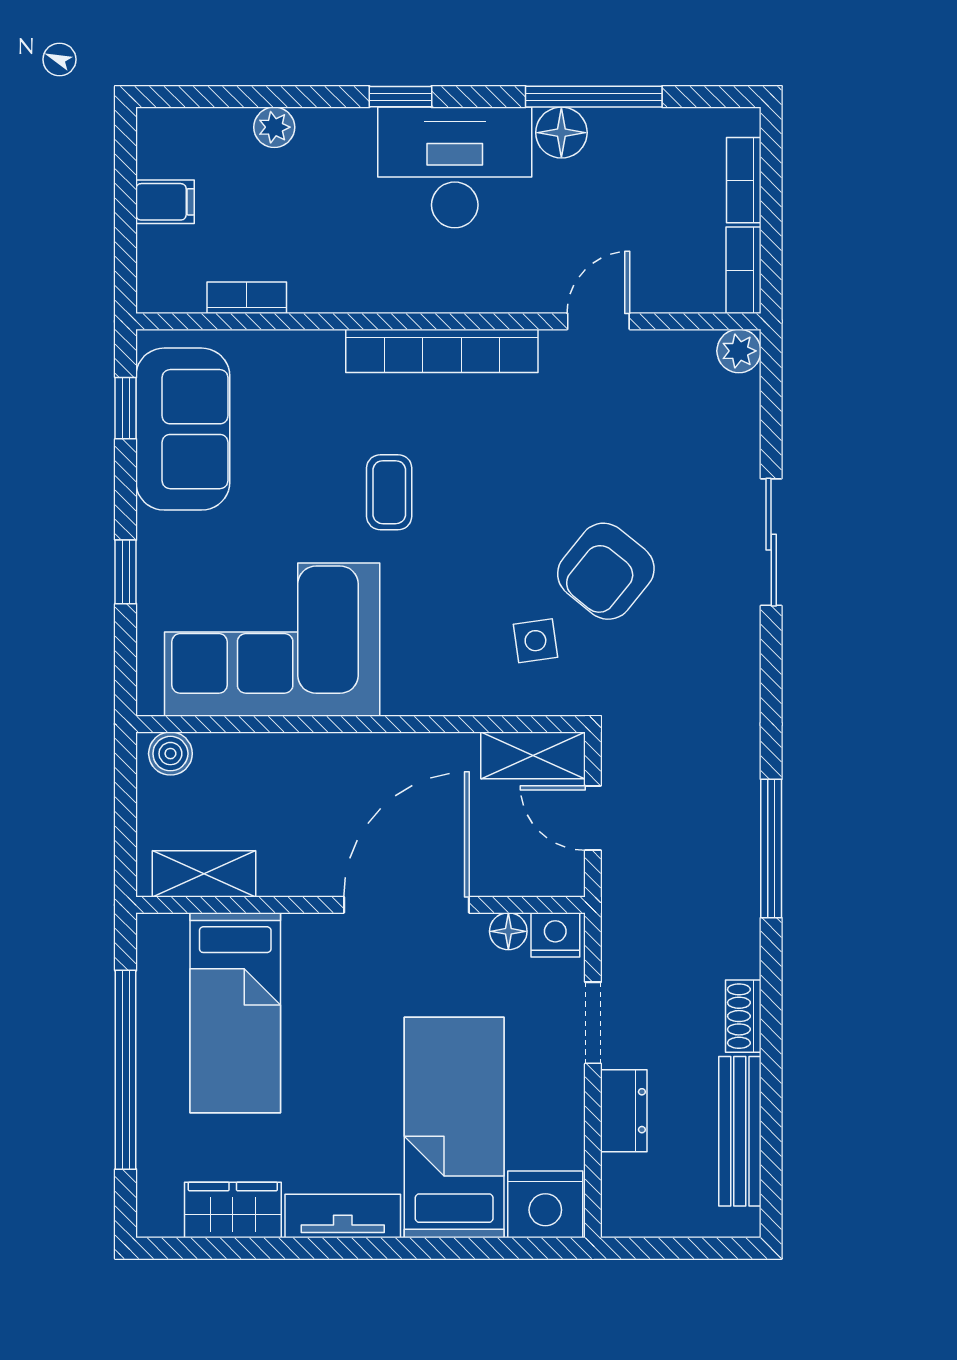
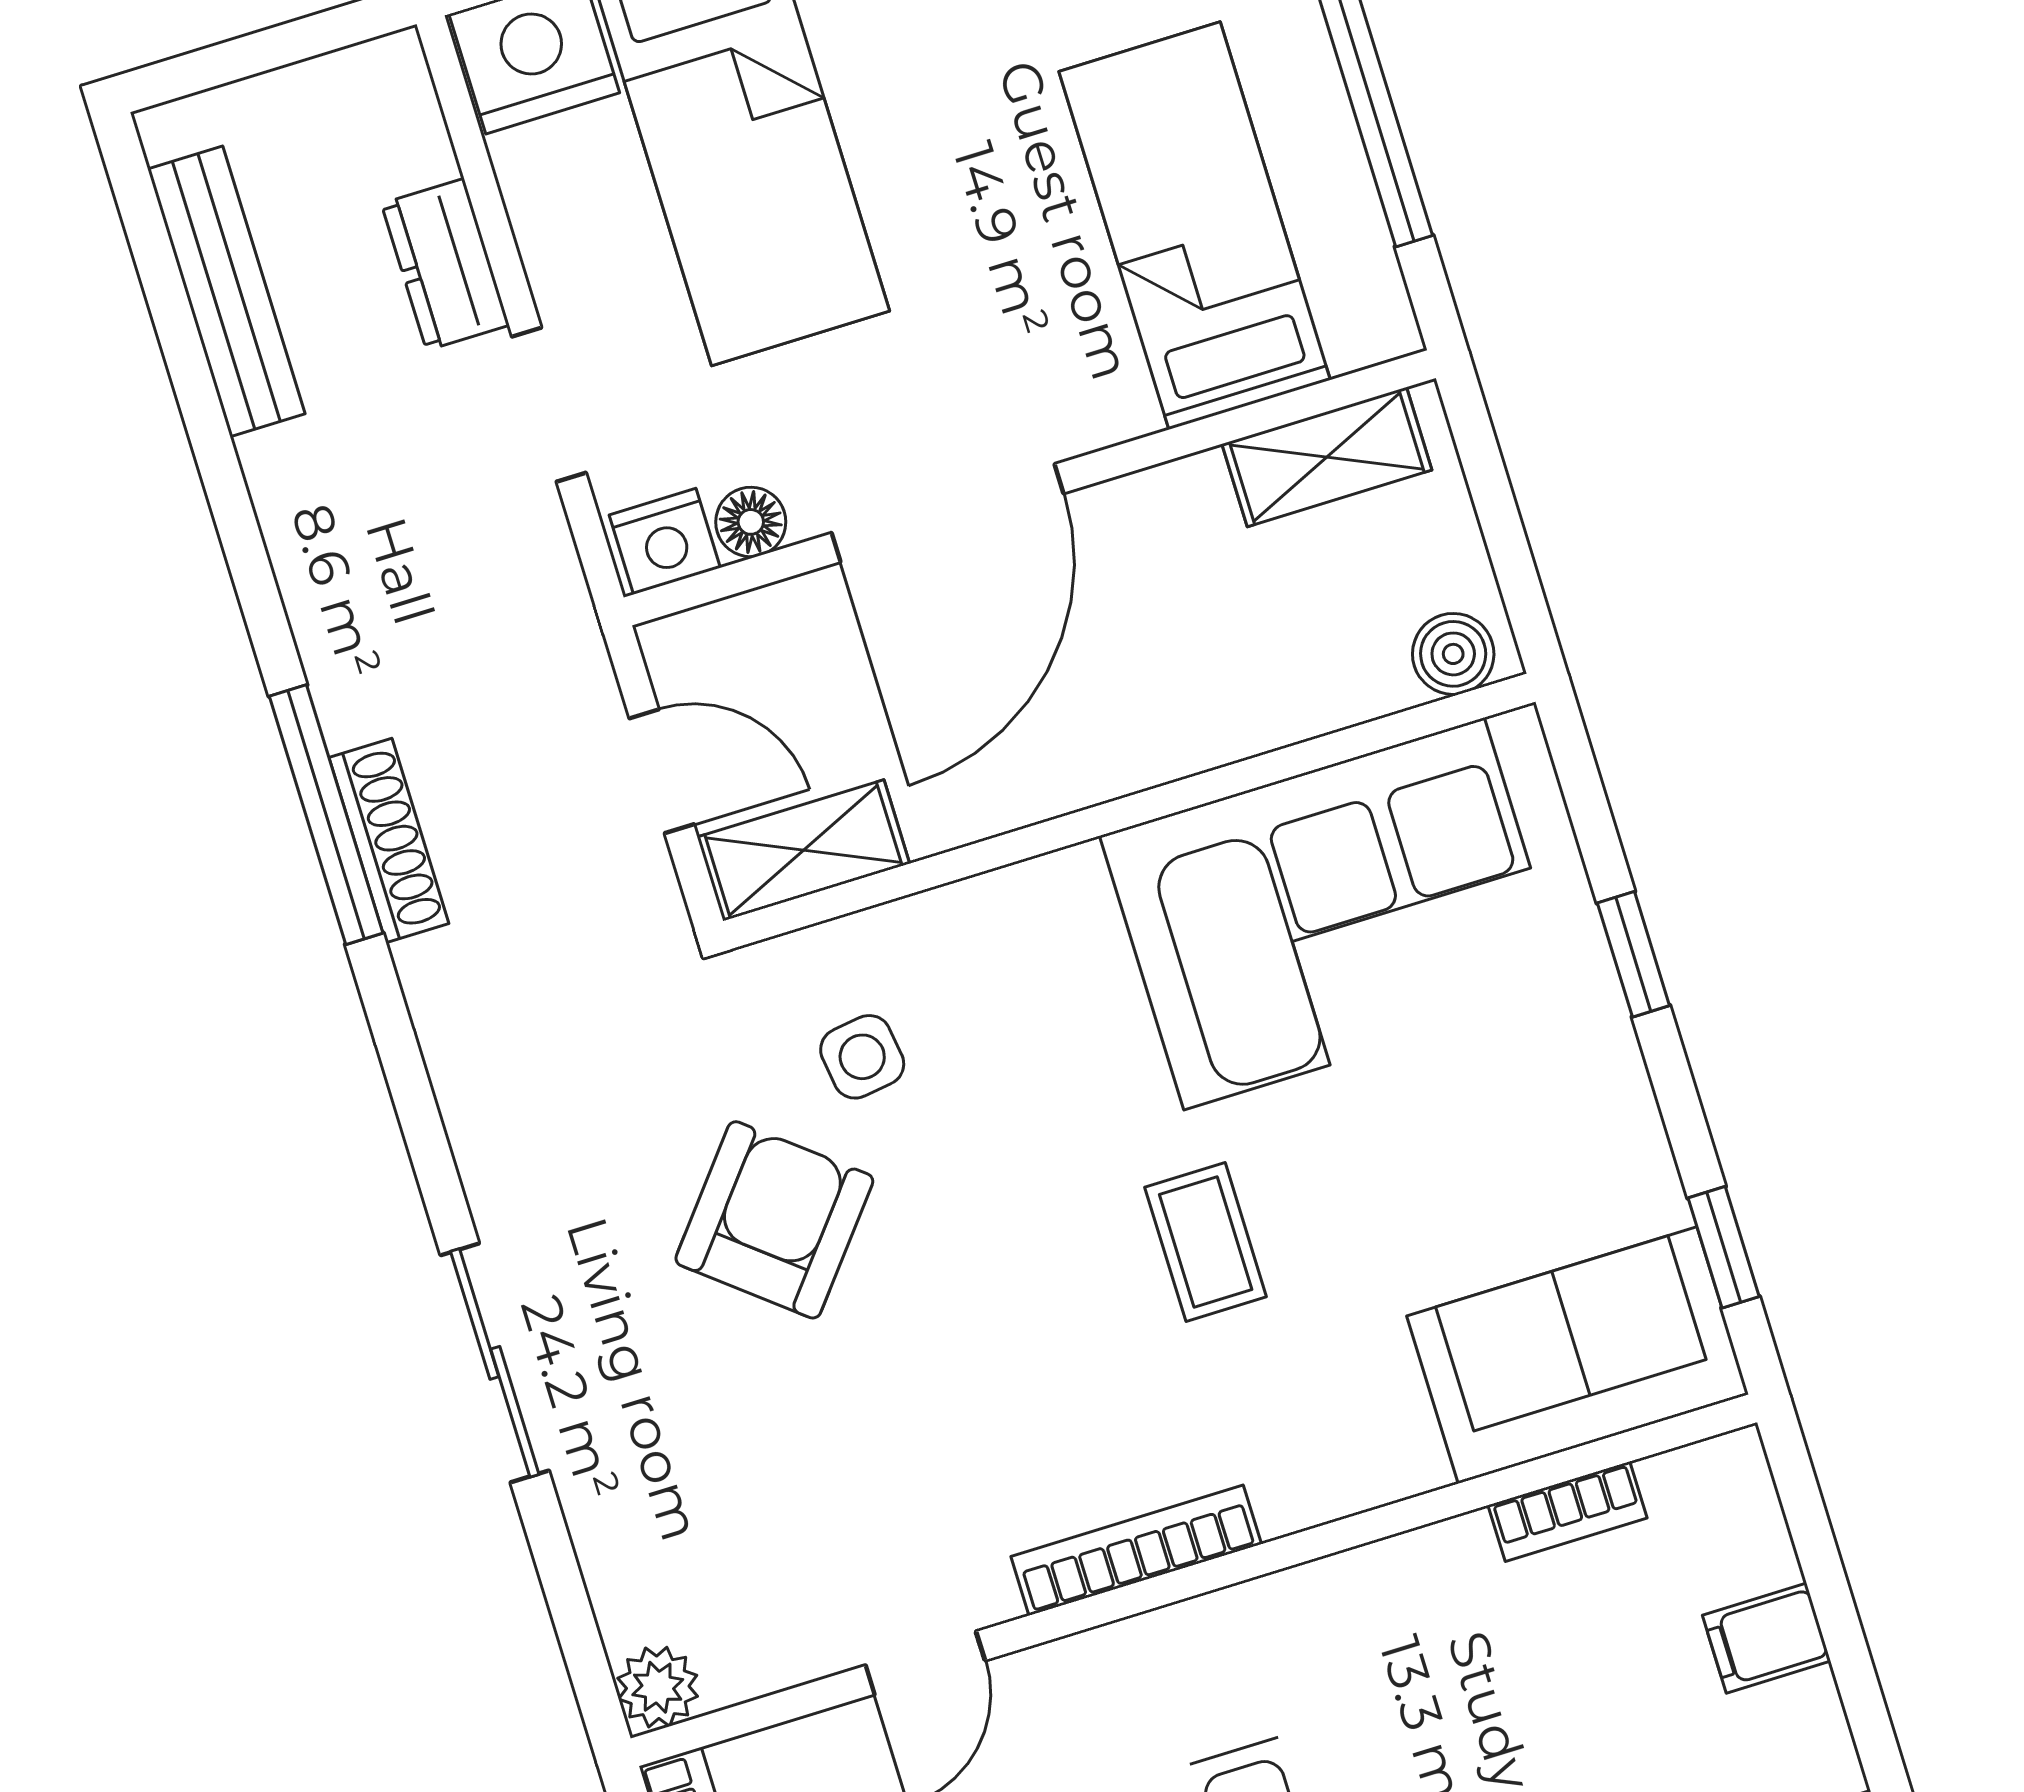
bookcase: (442, 351) -> (1136, 1550), width x0.68, depth x0.76
sofa: (183, 429) -> (1578, 1355), moved, turned 90
shoe rack: (743, 1016) -> (389, 841), moved, width x1.43

